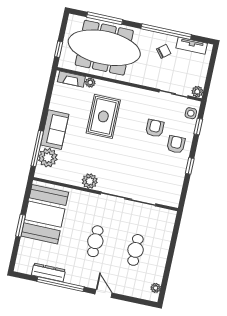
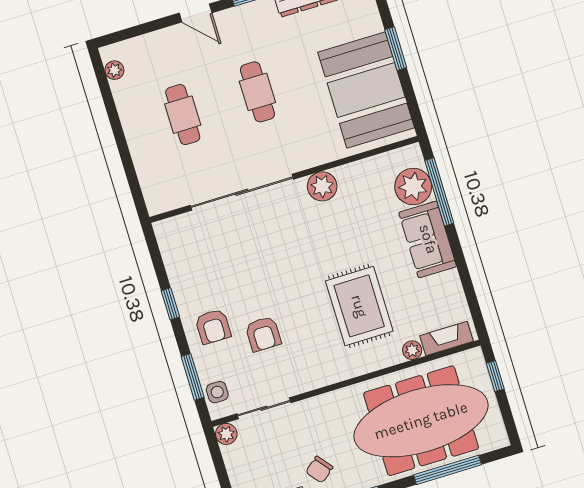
window: (198, 127) -> (193, 377), width x1.50

